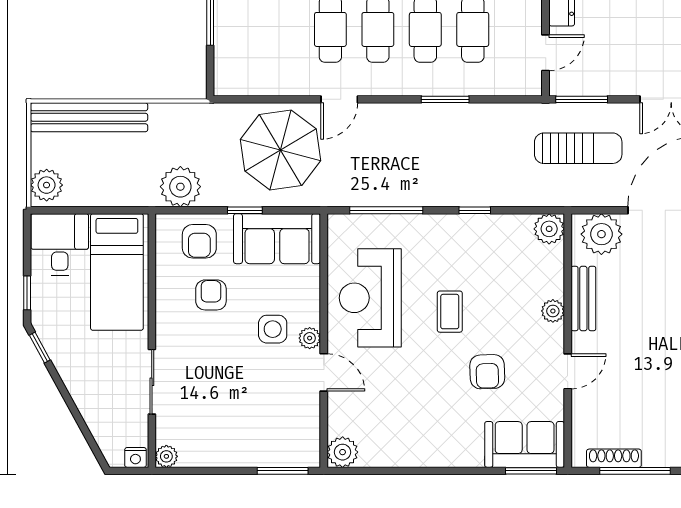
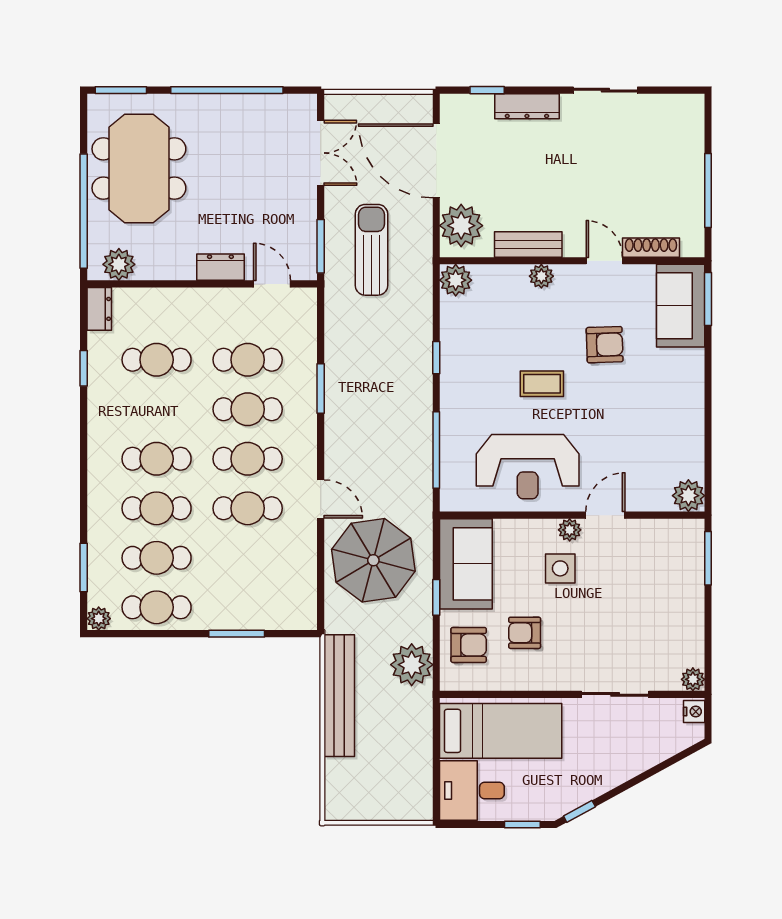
bench: (89, 117) -> (339, 696), moved
plant: (47, 185) -> (410, 804), removed
shoe rack: (614, 458) -> (651, 248), moved, turned 90

